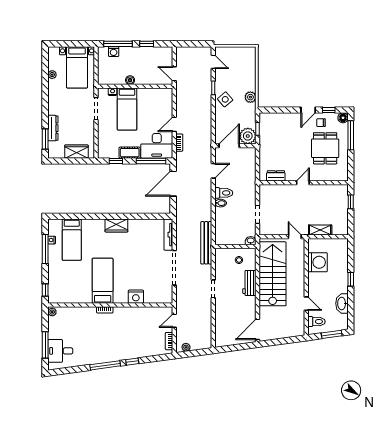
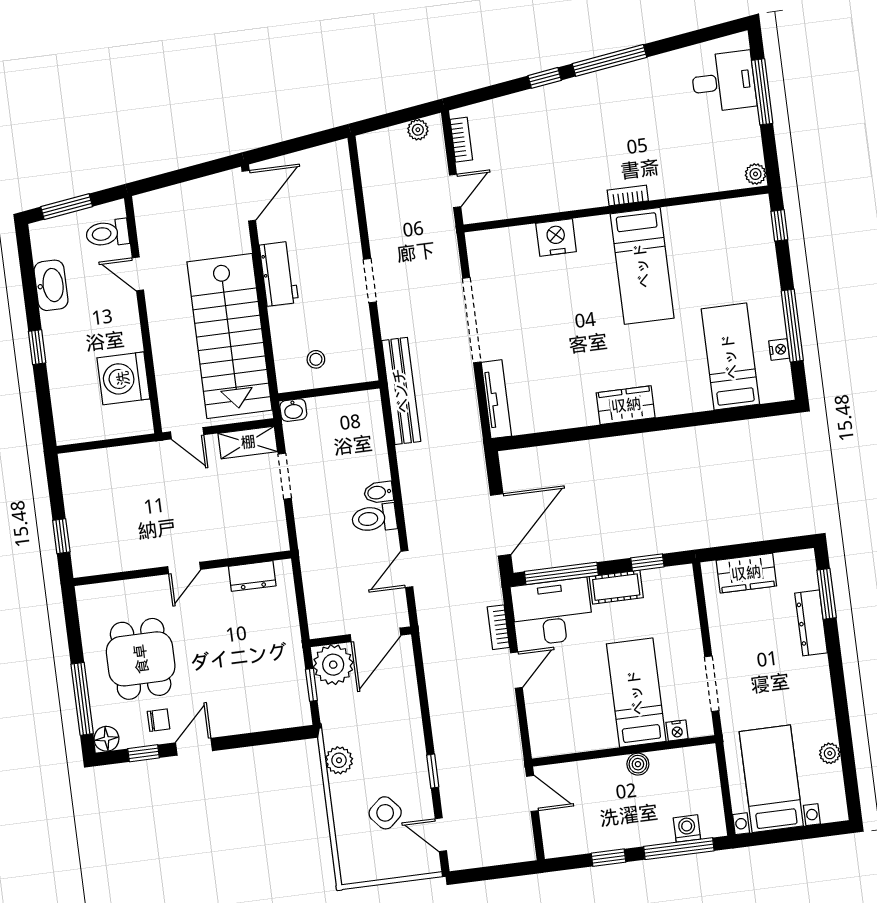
side table: (225, 99) -> (385, 813), moved
shelving: (320, 230) -> (248, 442), moved
workbench: (249, 283) -> (279, 274), moved

